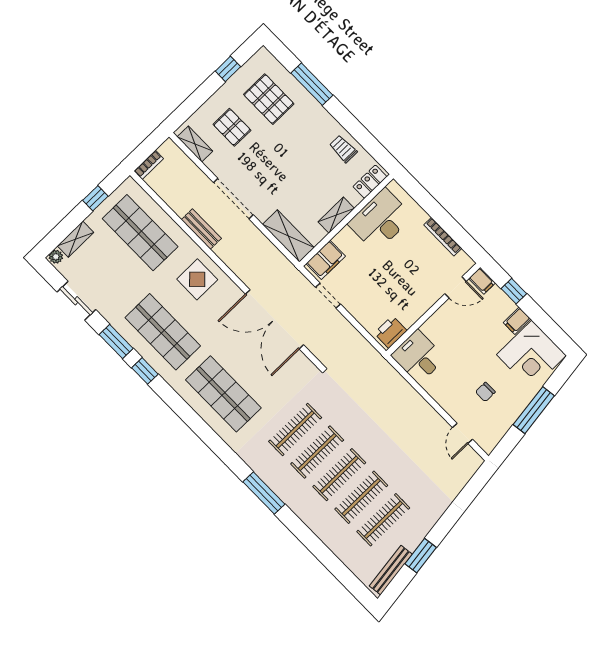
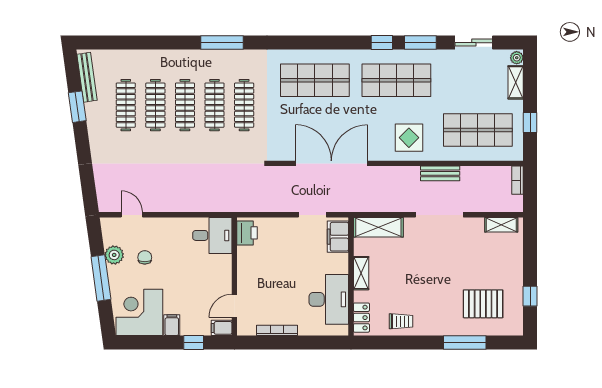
pallet: (232, 127) -> (488, 261), removed
plant: (506, 417) -> (114, 255), added

